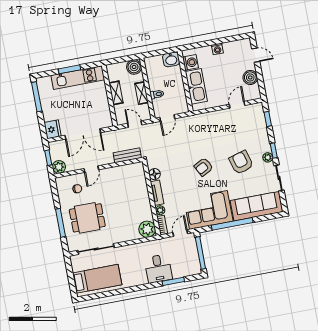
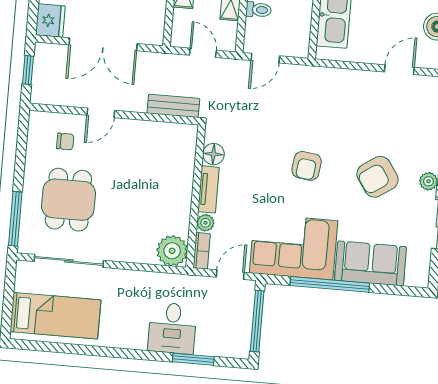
armchair: (241, 162) -> (377, 177), turned -108
plant: (59, 167) -> (43, 92), removed
armchair: (204, 167) -> (307, 166), turned -55
sofa: (256, 206) -> (371, 263), width x0.73
dining table: (87, 218) -> (68, 200), turned 90
window: (61, 223) -> (15, 219), moved

